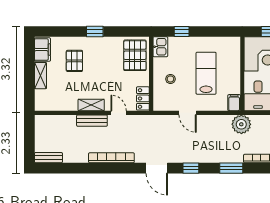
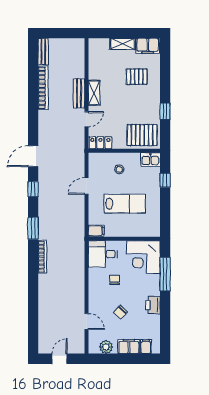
window: (95, 31) -> (165, 111), moved
plant: (241, 124) -> (75, 238), removed
bookcase: (111, 158) -> (43, 88), moved

